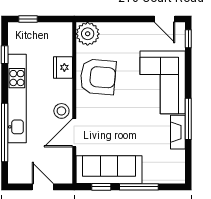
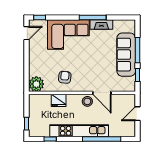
armchair: (98, 77) -> (65, 77), width x0.53, depth x0.53
sofa: (109, 170) -> (126, 55), moved

